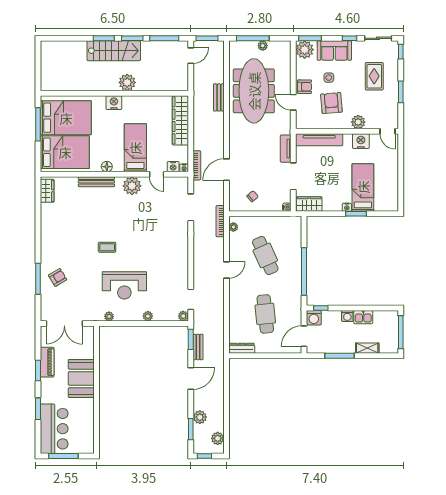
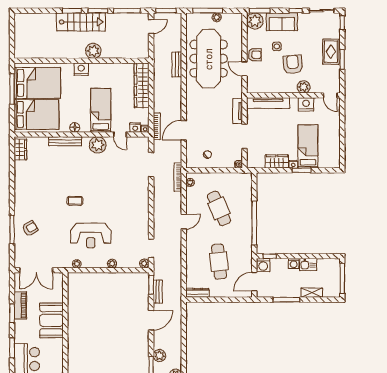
rug: (374, 76) -> (331, 52), moved
armchair: (331, 103) -> (293, 64), moved
wardrobe: (309, 204) -> (277, 161), moved

